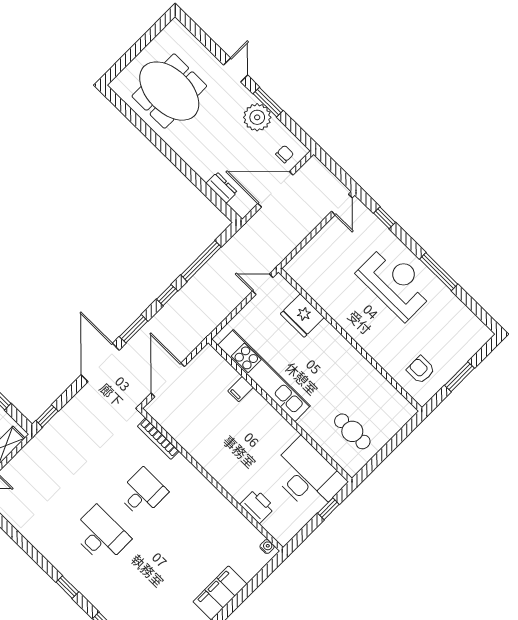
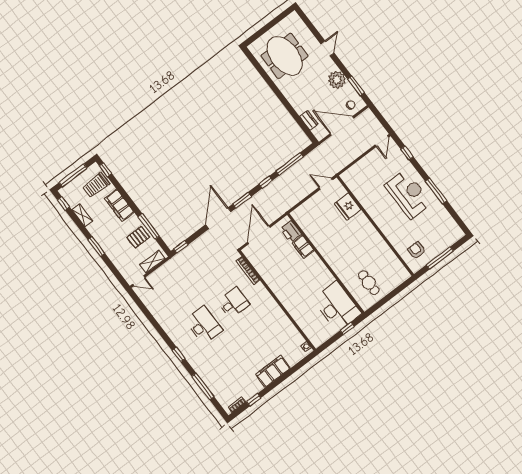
window: (268, 102) -> (356, 86), moved
kitchen unit: (264, 376) -> (319, 240), removed
window: (459, 377) -> (440, 258), width x1.44
filing cabinet: (241, 389) -> (303, 247), width x2.00
printer: (257, 506) -> (291, 232), moved, turned 180

